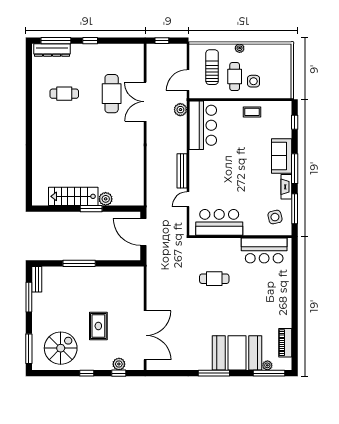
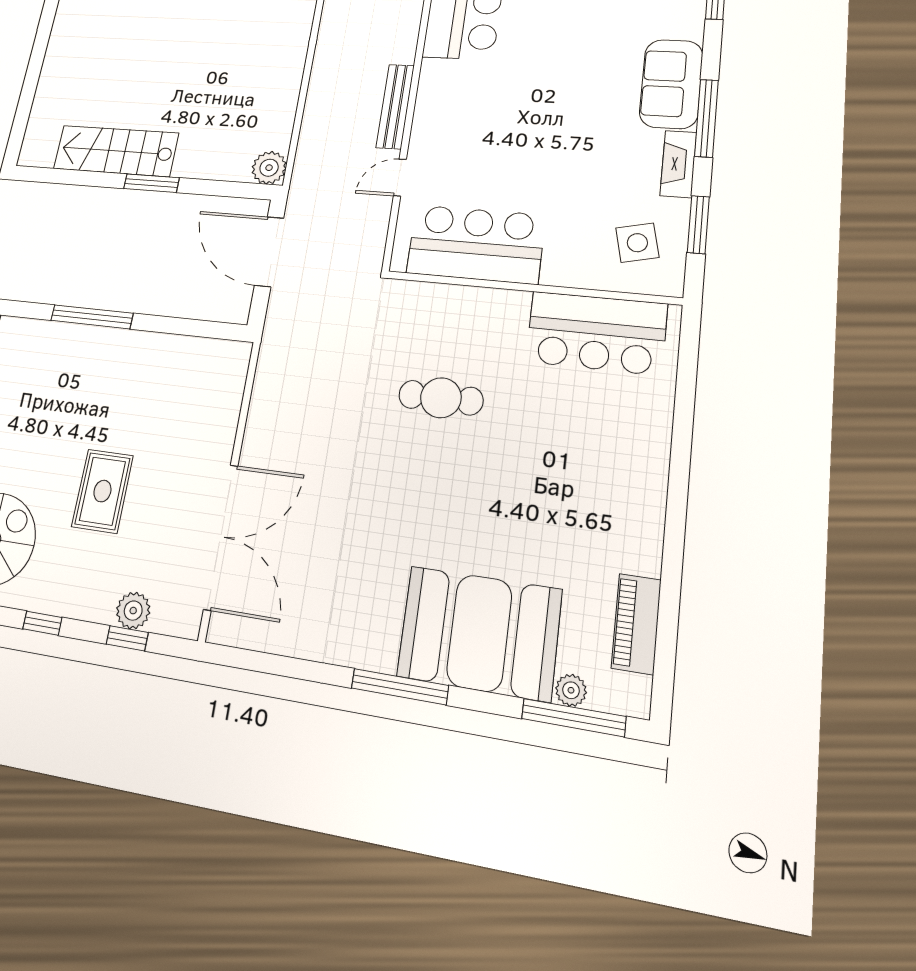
plant: (106, 199) -> (269, 168), moved
window: (295, 209) -> (698, 225), width x0.69

